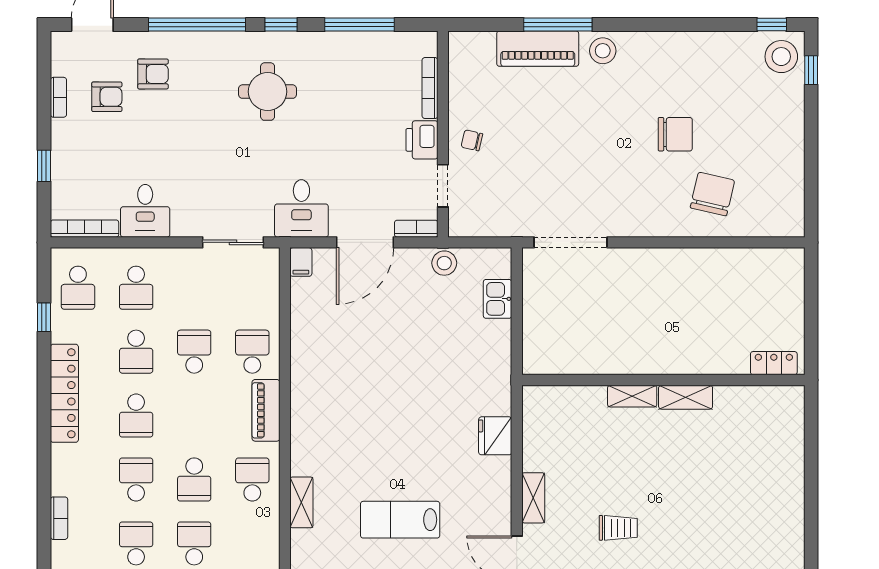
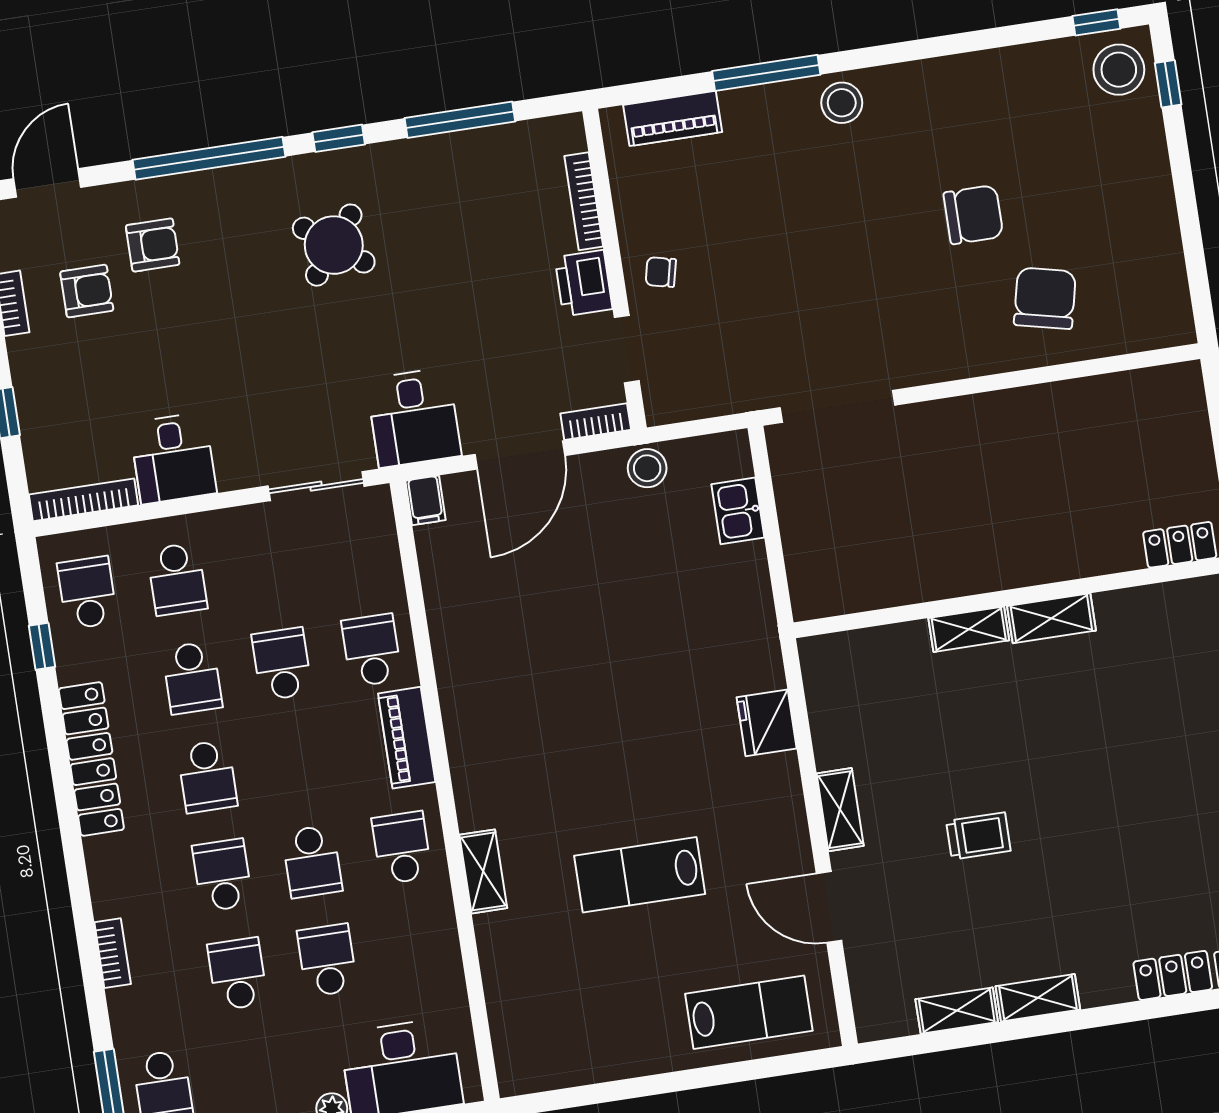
piano: (538, 49) -> (673, 118), moved, width x0.73, depth x0.75
round table: (268, 92) -> (334, 245), turned 38
school desk: (78, 288) -> (87, 593), turned 180

